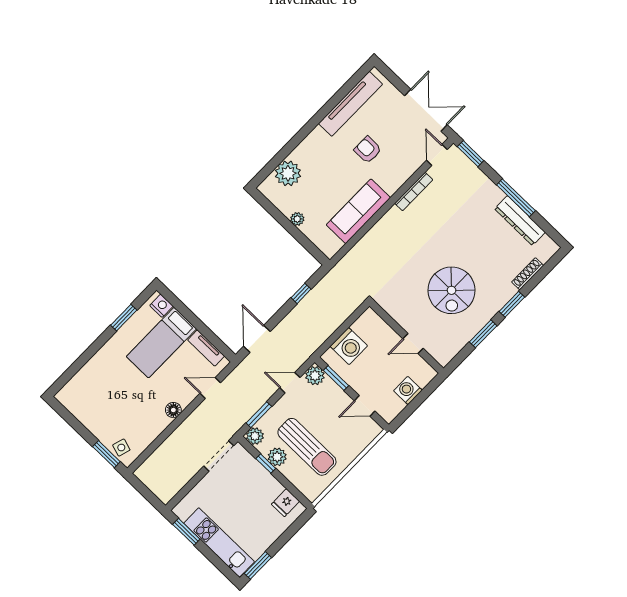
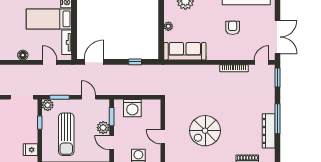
sofa: (358, 211) -> (185, 51), moved
plant: (315, 376) -> (103, 128), moved
plant: (277, 457) -> (48, 125), removed

